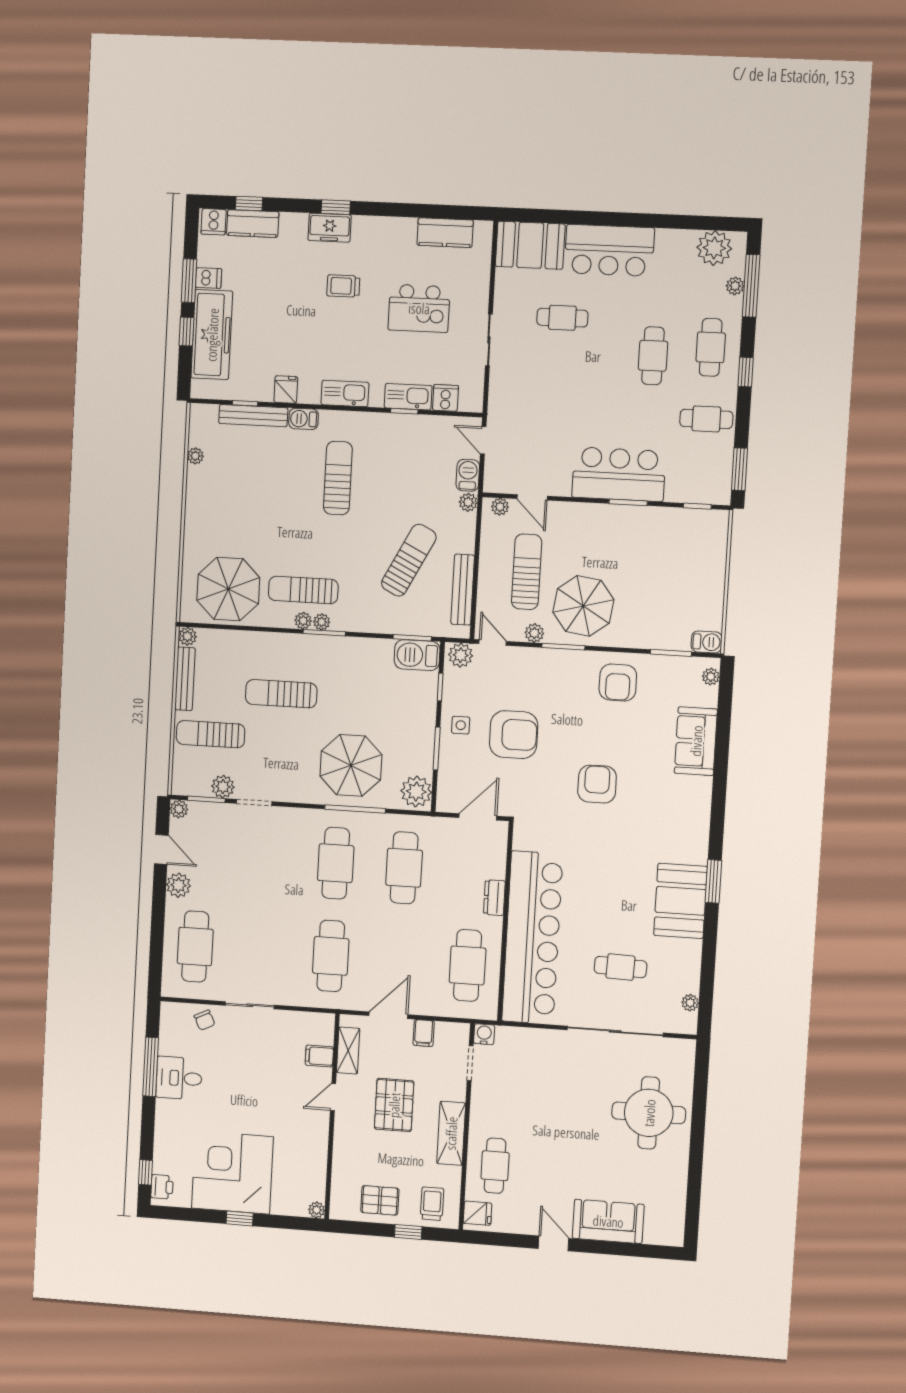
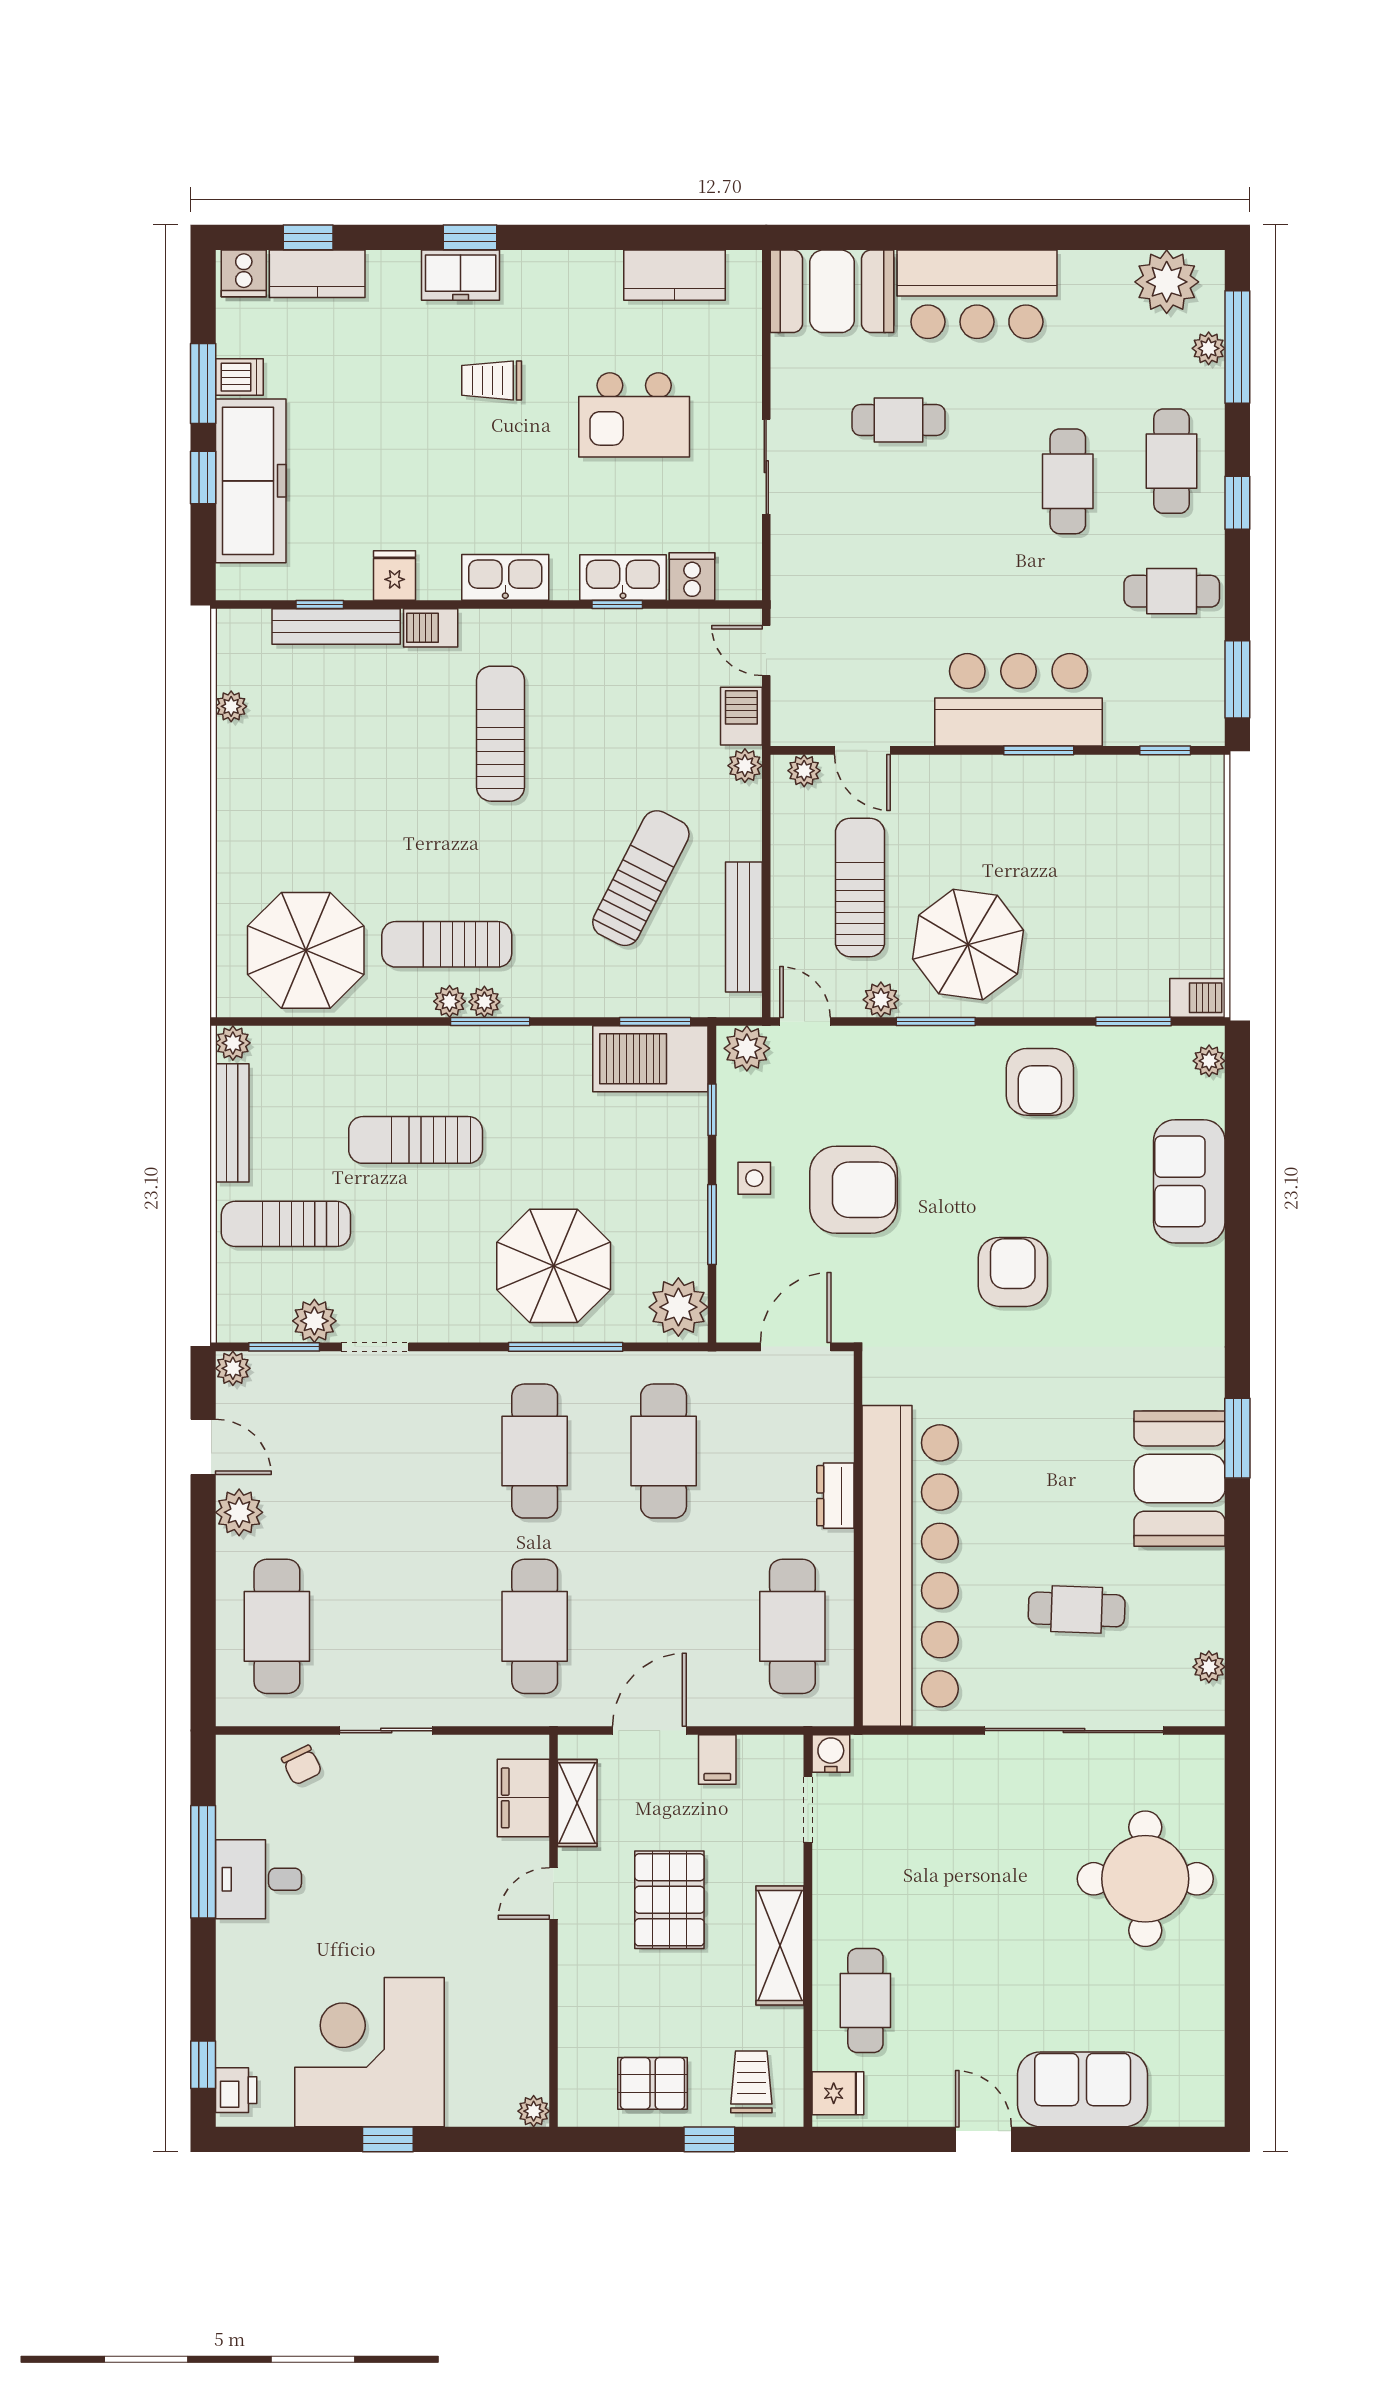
barbecue: (417, 655) -> (650, 1059), width x1.37, depth x1.21
filing cabinet: (319, 1056) -> (523, 1798), width x2.00

